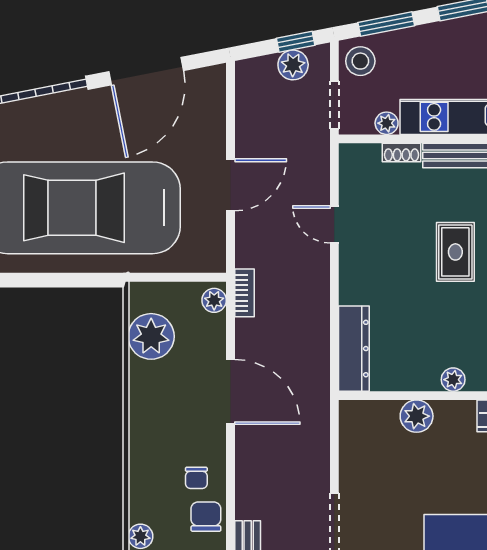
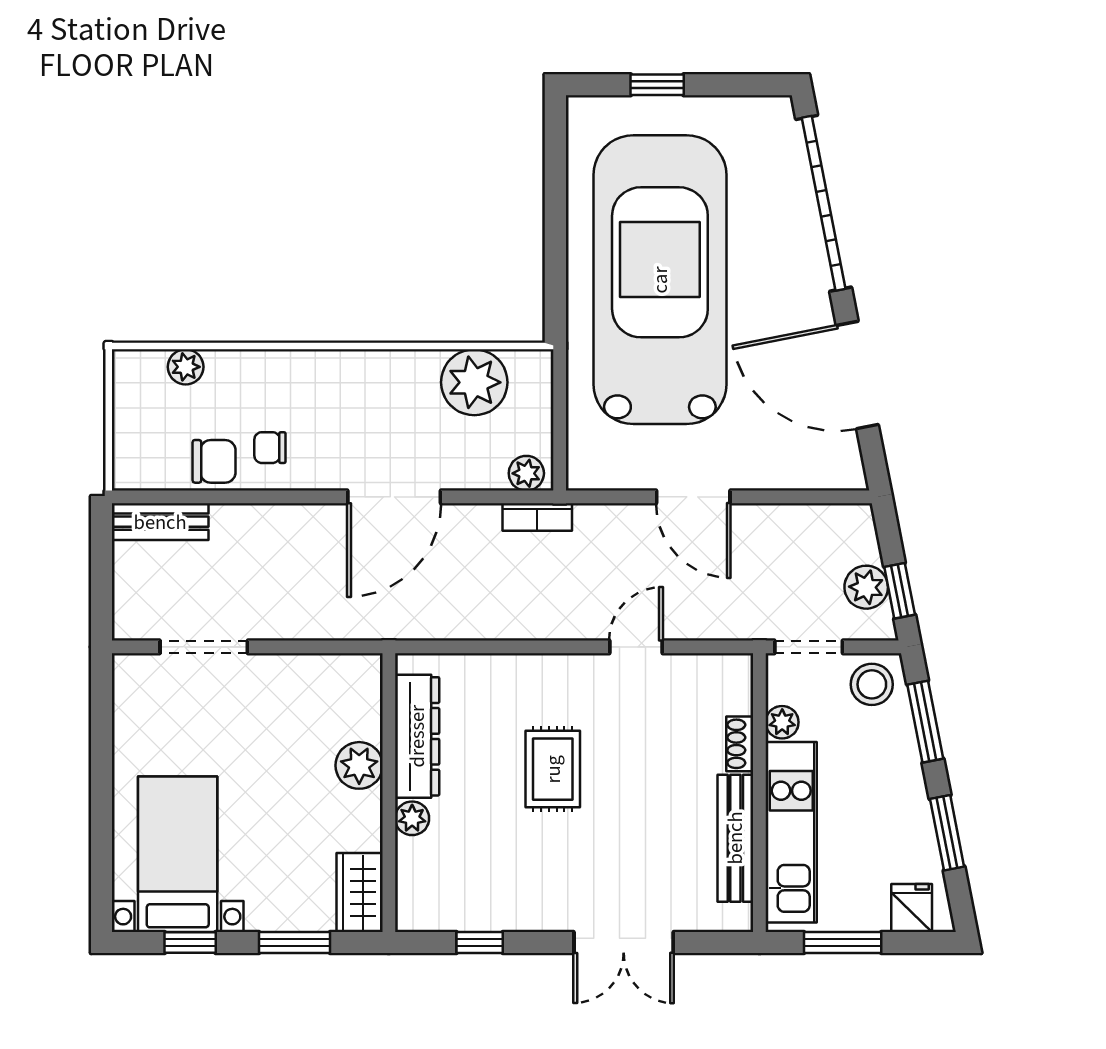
rug: (455, 252) -> (553, 769), moved, turned 90
dresser: (354, 349) -> (417, 736), moved, turned -90

